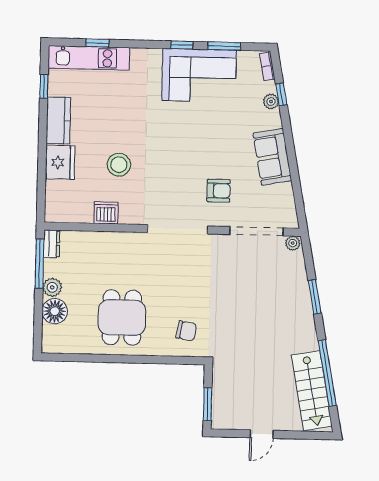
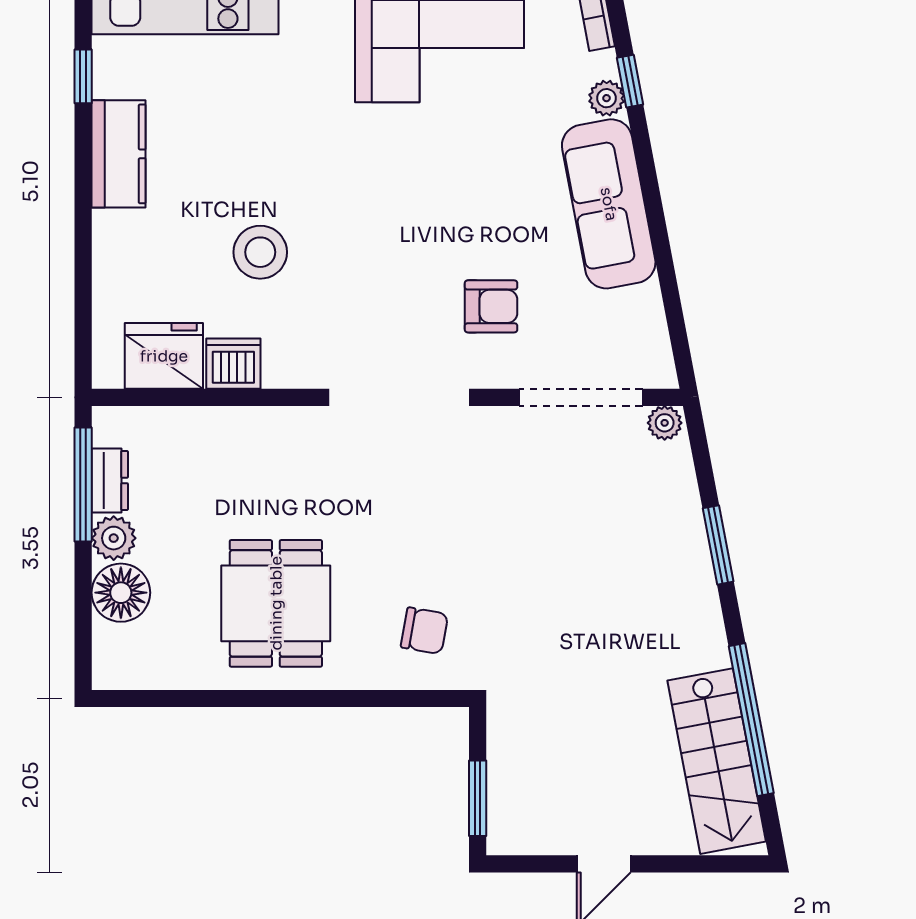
sofa: (272, 157) -> (609, 204), width x1.36
fridge: (60, 162) -> (164, 356), moved, turned -90
dresser: (52, 244) -> (110, 480), moved

